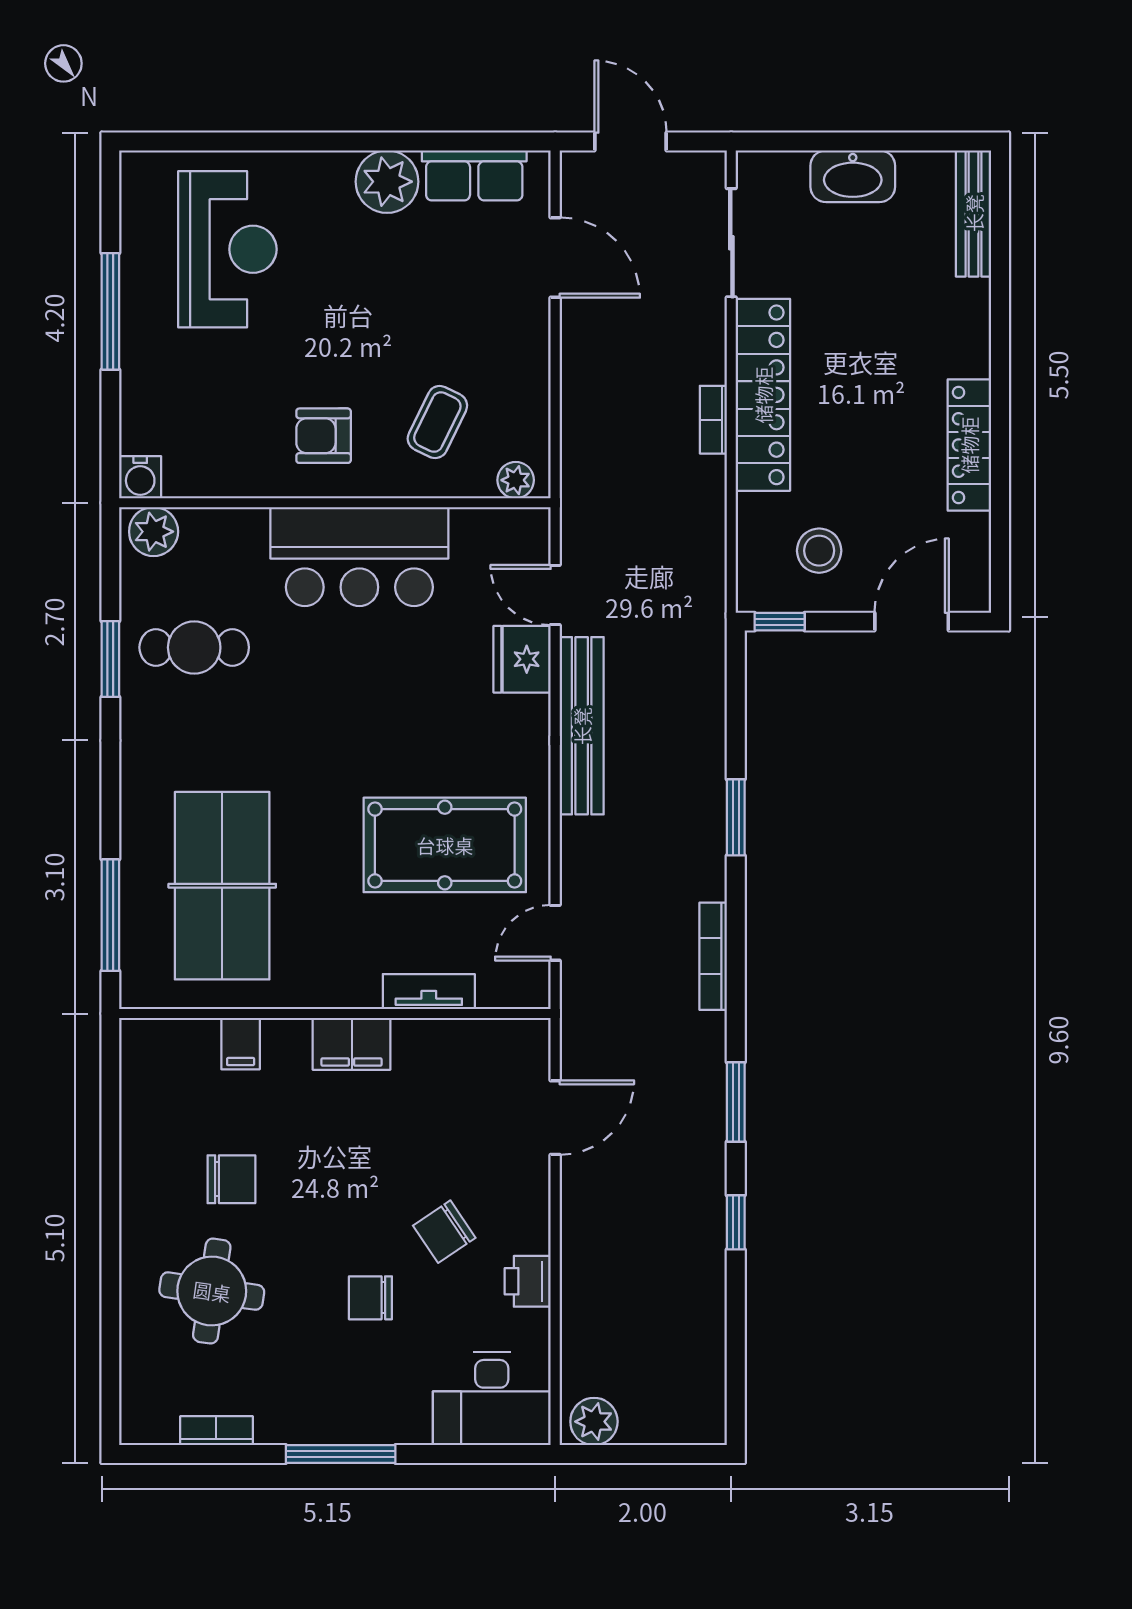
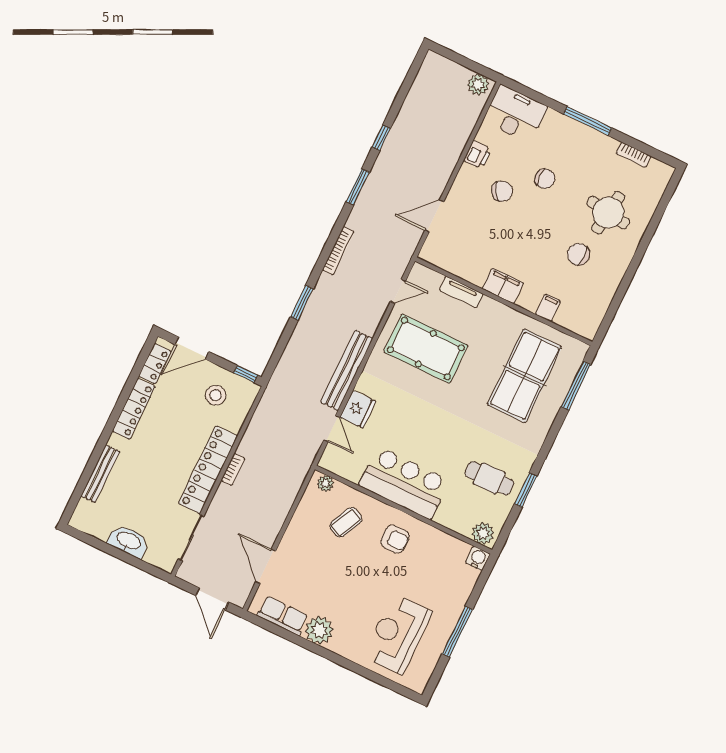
bench: (974, 213) -> (100, 474), moved
locker: (970, 555) -> (155, 364), added

